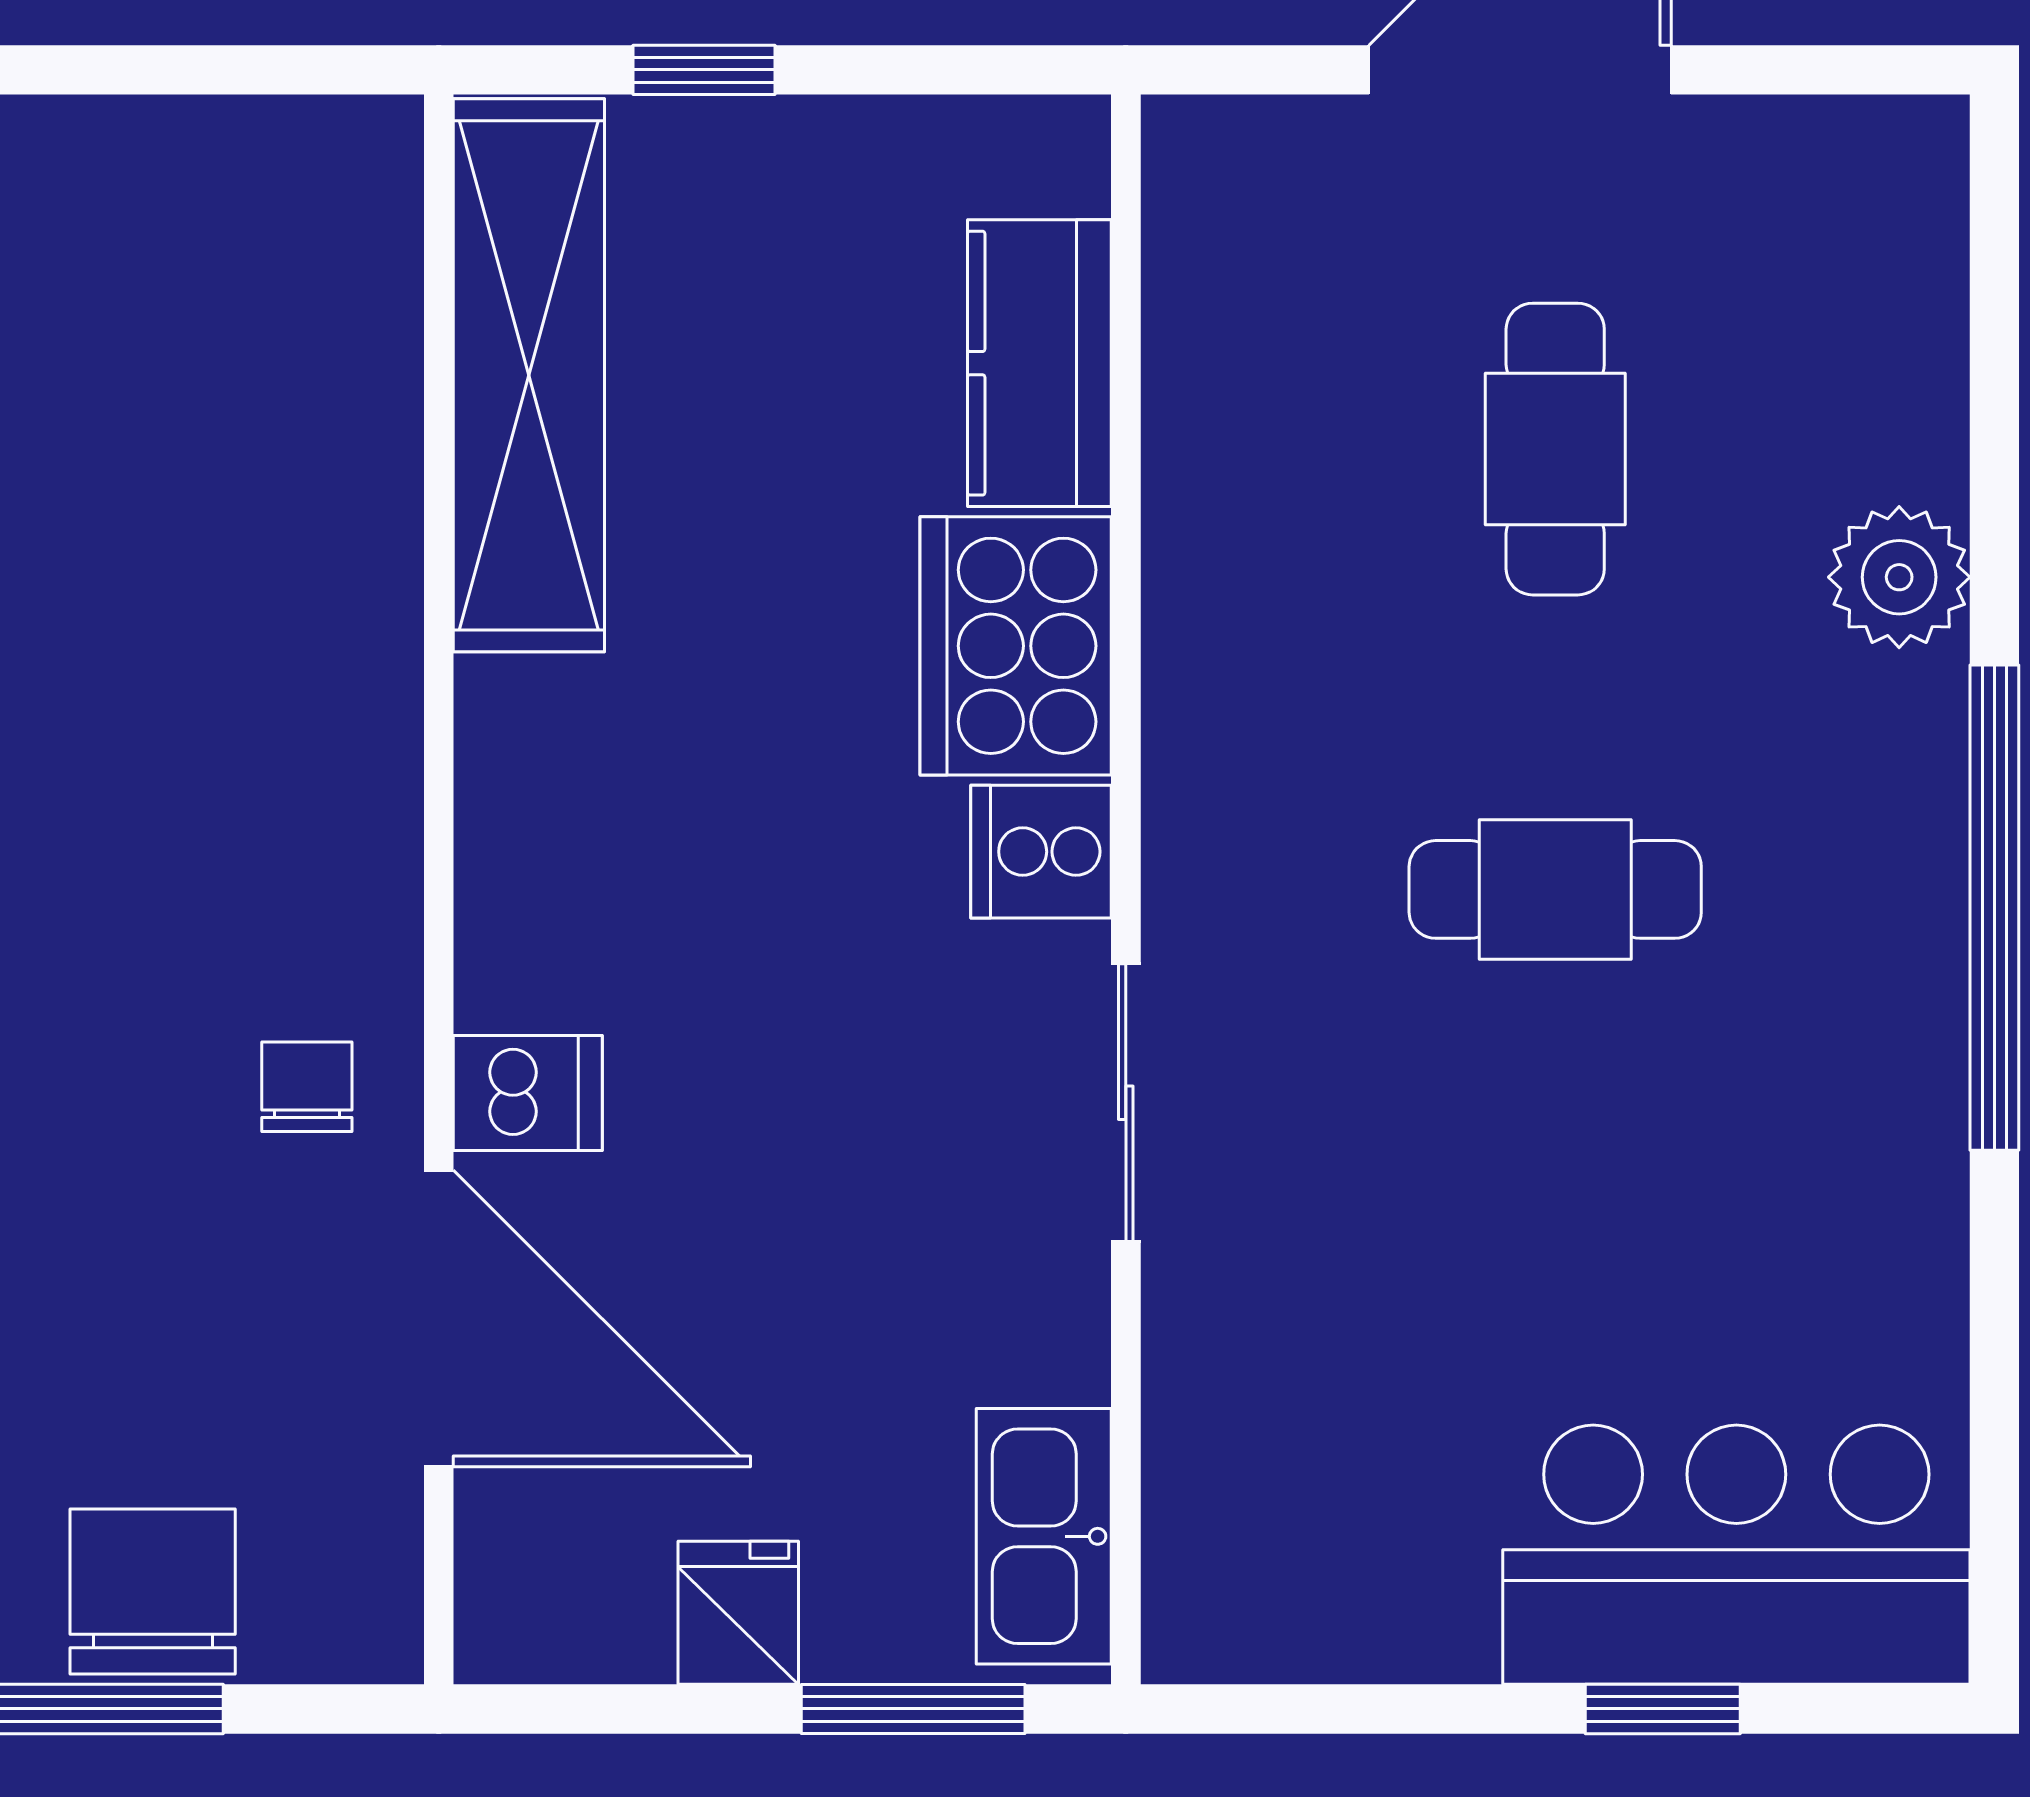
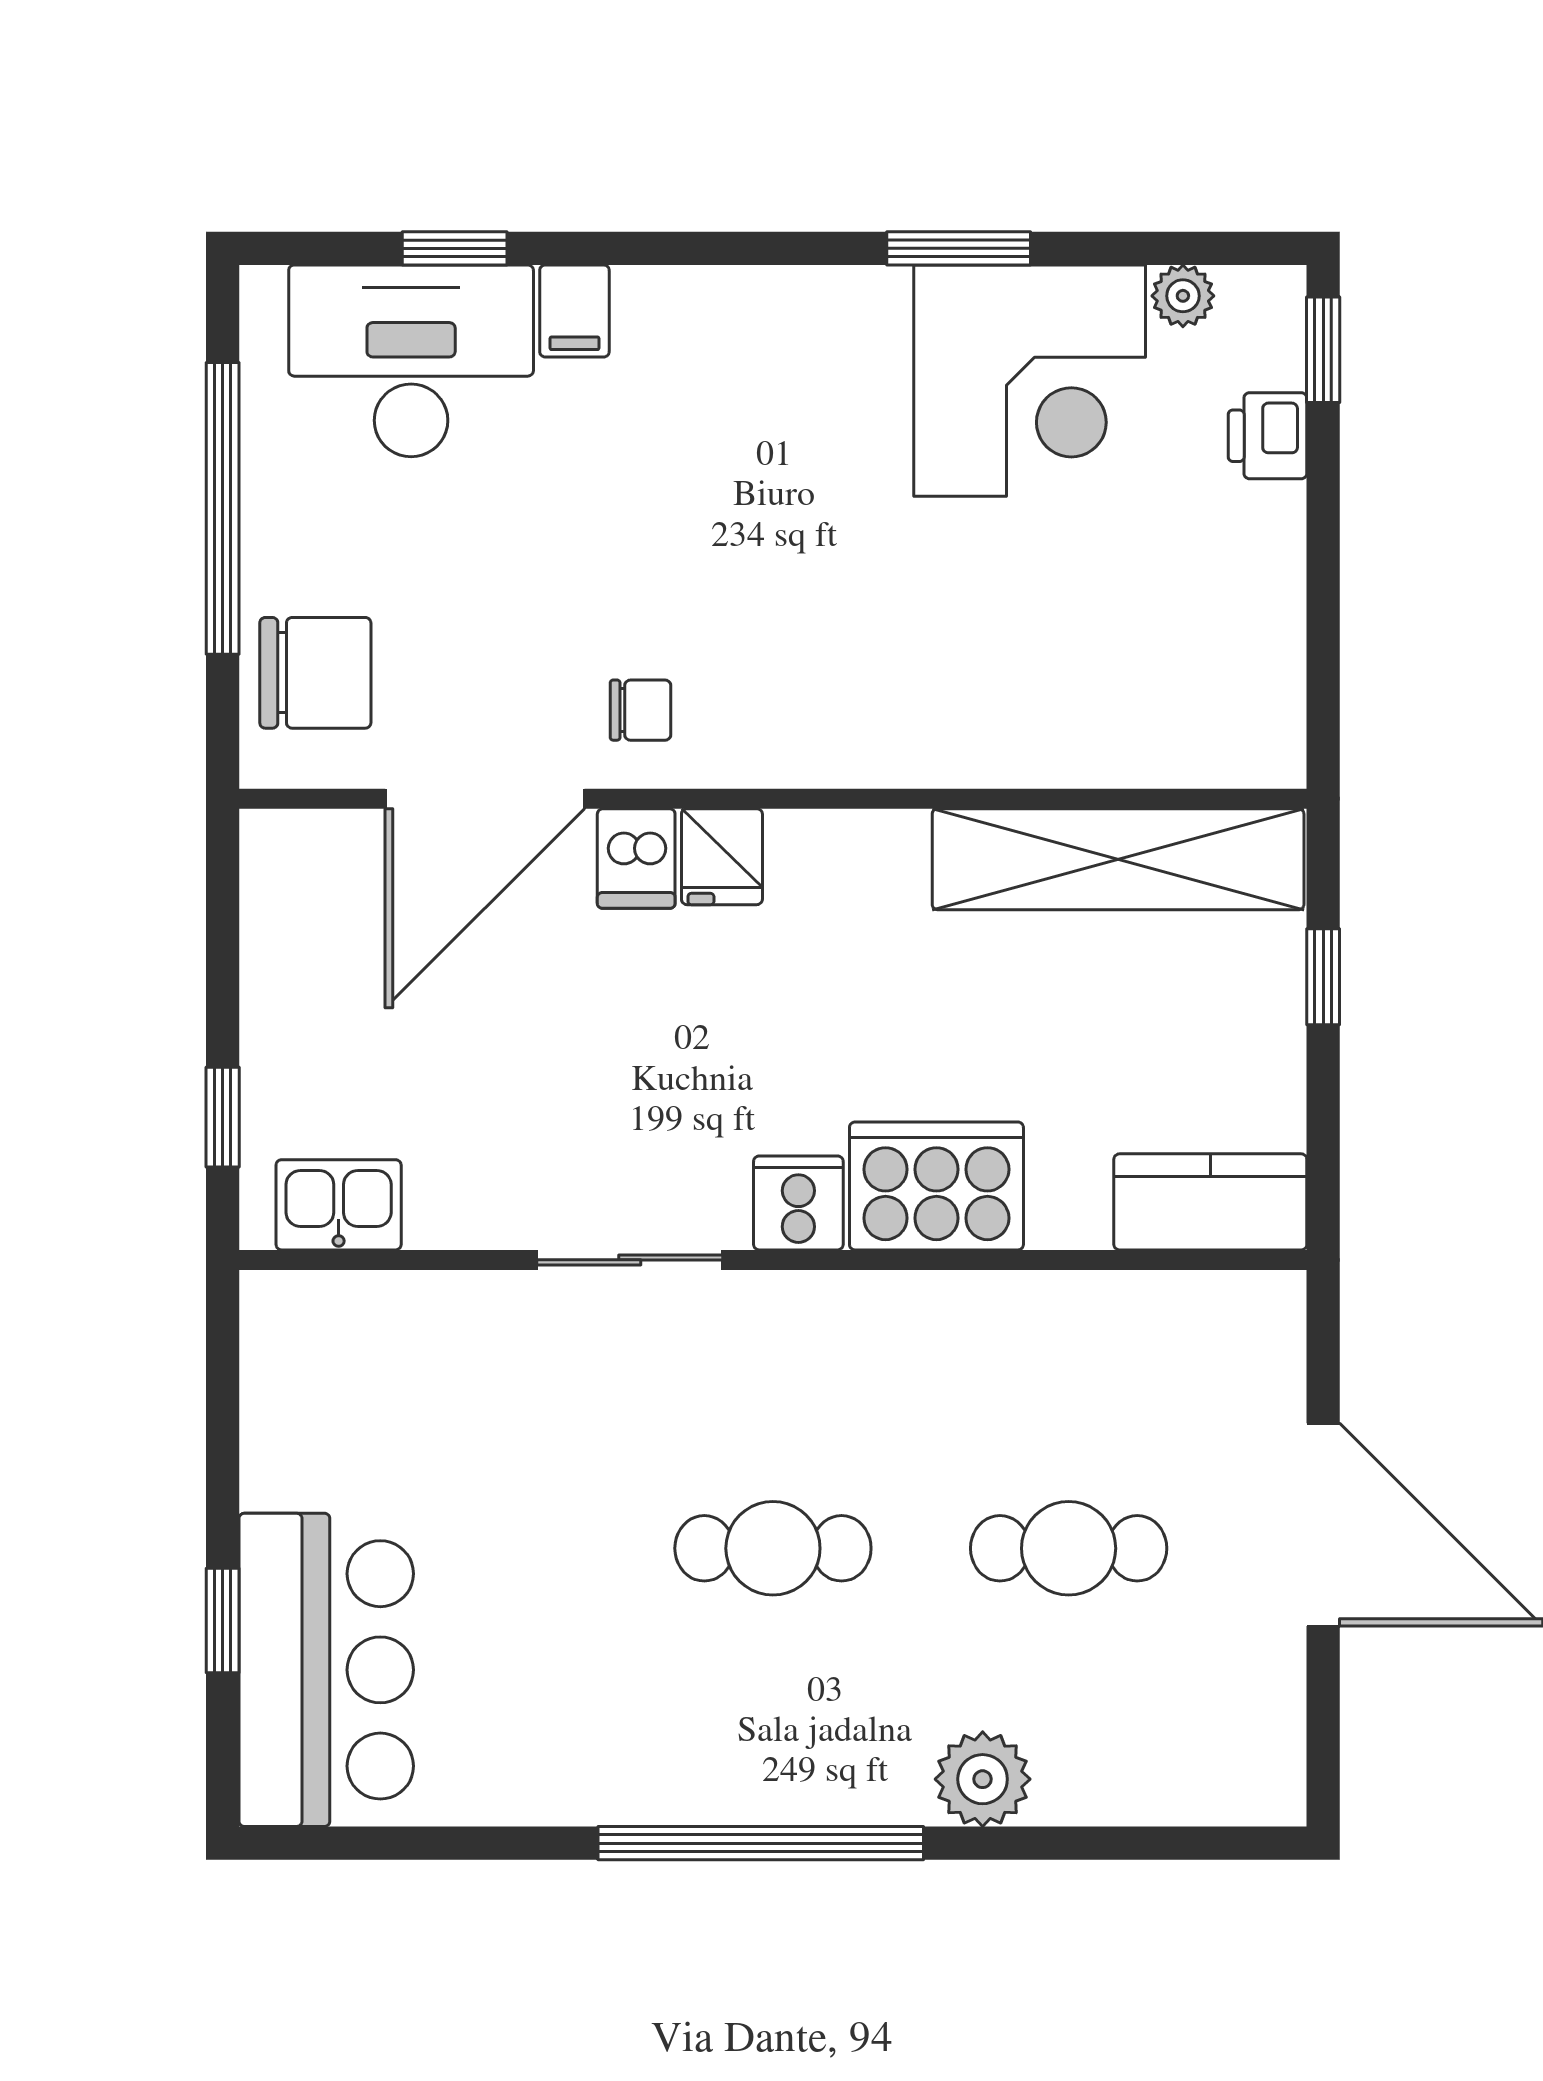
kitchen counter: (1039, 363) -> (1210, 1202), moved
cafe table: (1555, 889) -> (773, 1548), turned 90
kitchen sink: (1044, 1536) -> (339, 1205), width x0.73
chair: (153, 1591) -> (315, 673), moved
fridge: (738, 1613) -> (722, 857), moved, turned 90
window: (913, 1709) -> (223, 1117), width x0.67

